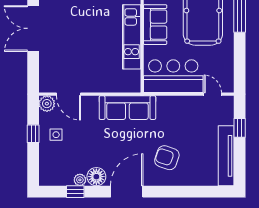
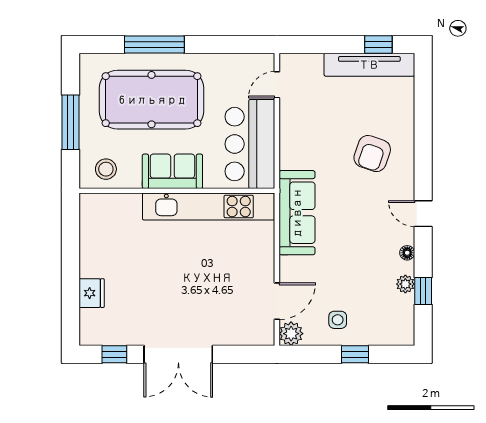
kitchen unit: (132, 37) -> (208, 207), width x1.36
window: (240, 128) -> (378, 45), moved
window: (33, 134) -> (355, 354), moved
floor lamp: (96, 177) -> (407, 253), width x0.53, depth x0.53
door: (127, 192) -> (423, 214), width x0.53

